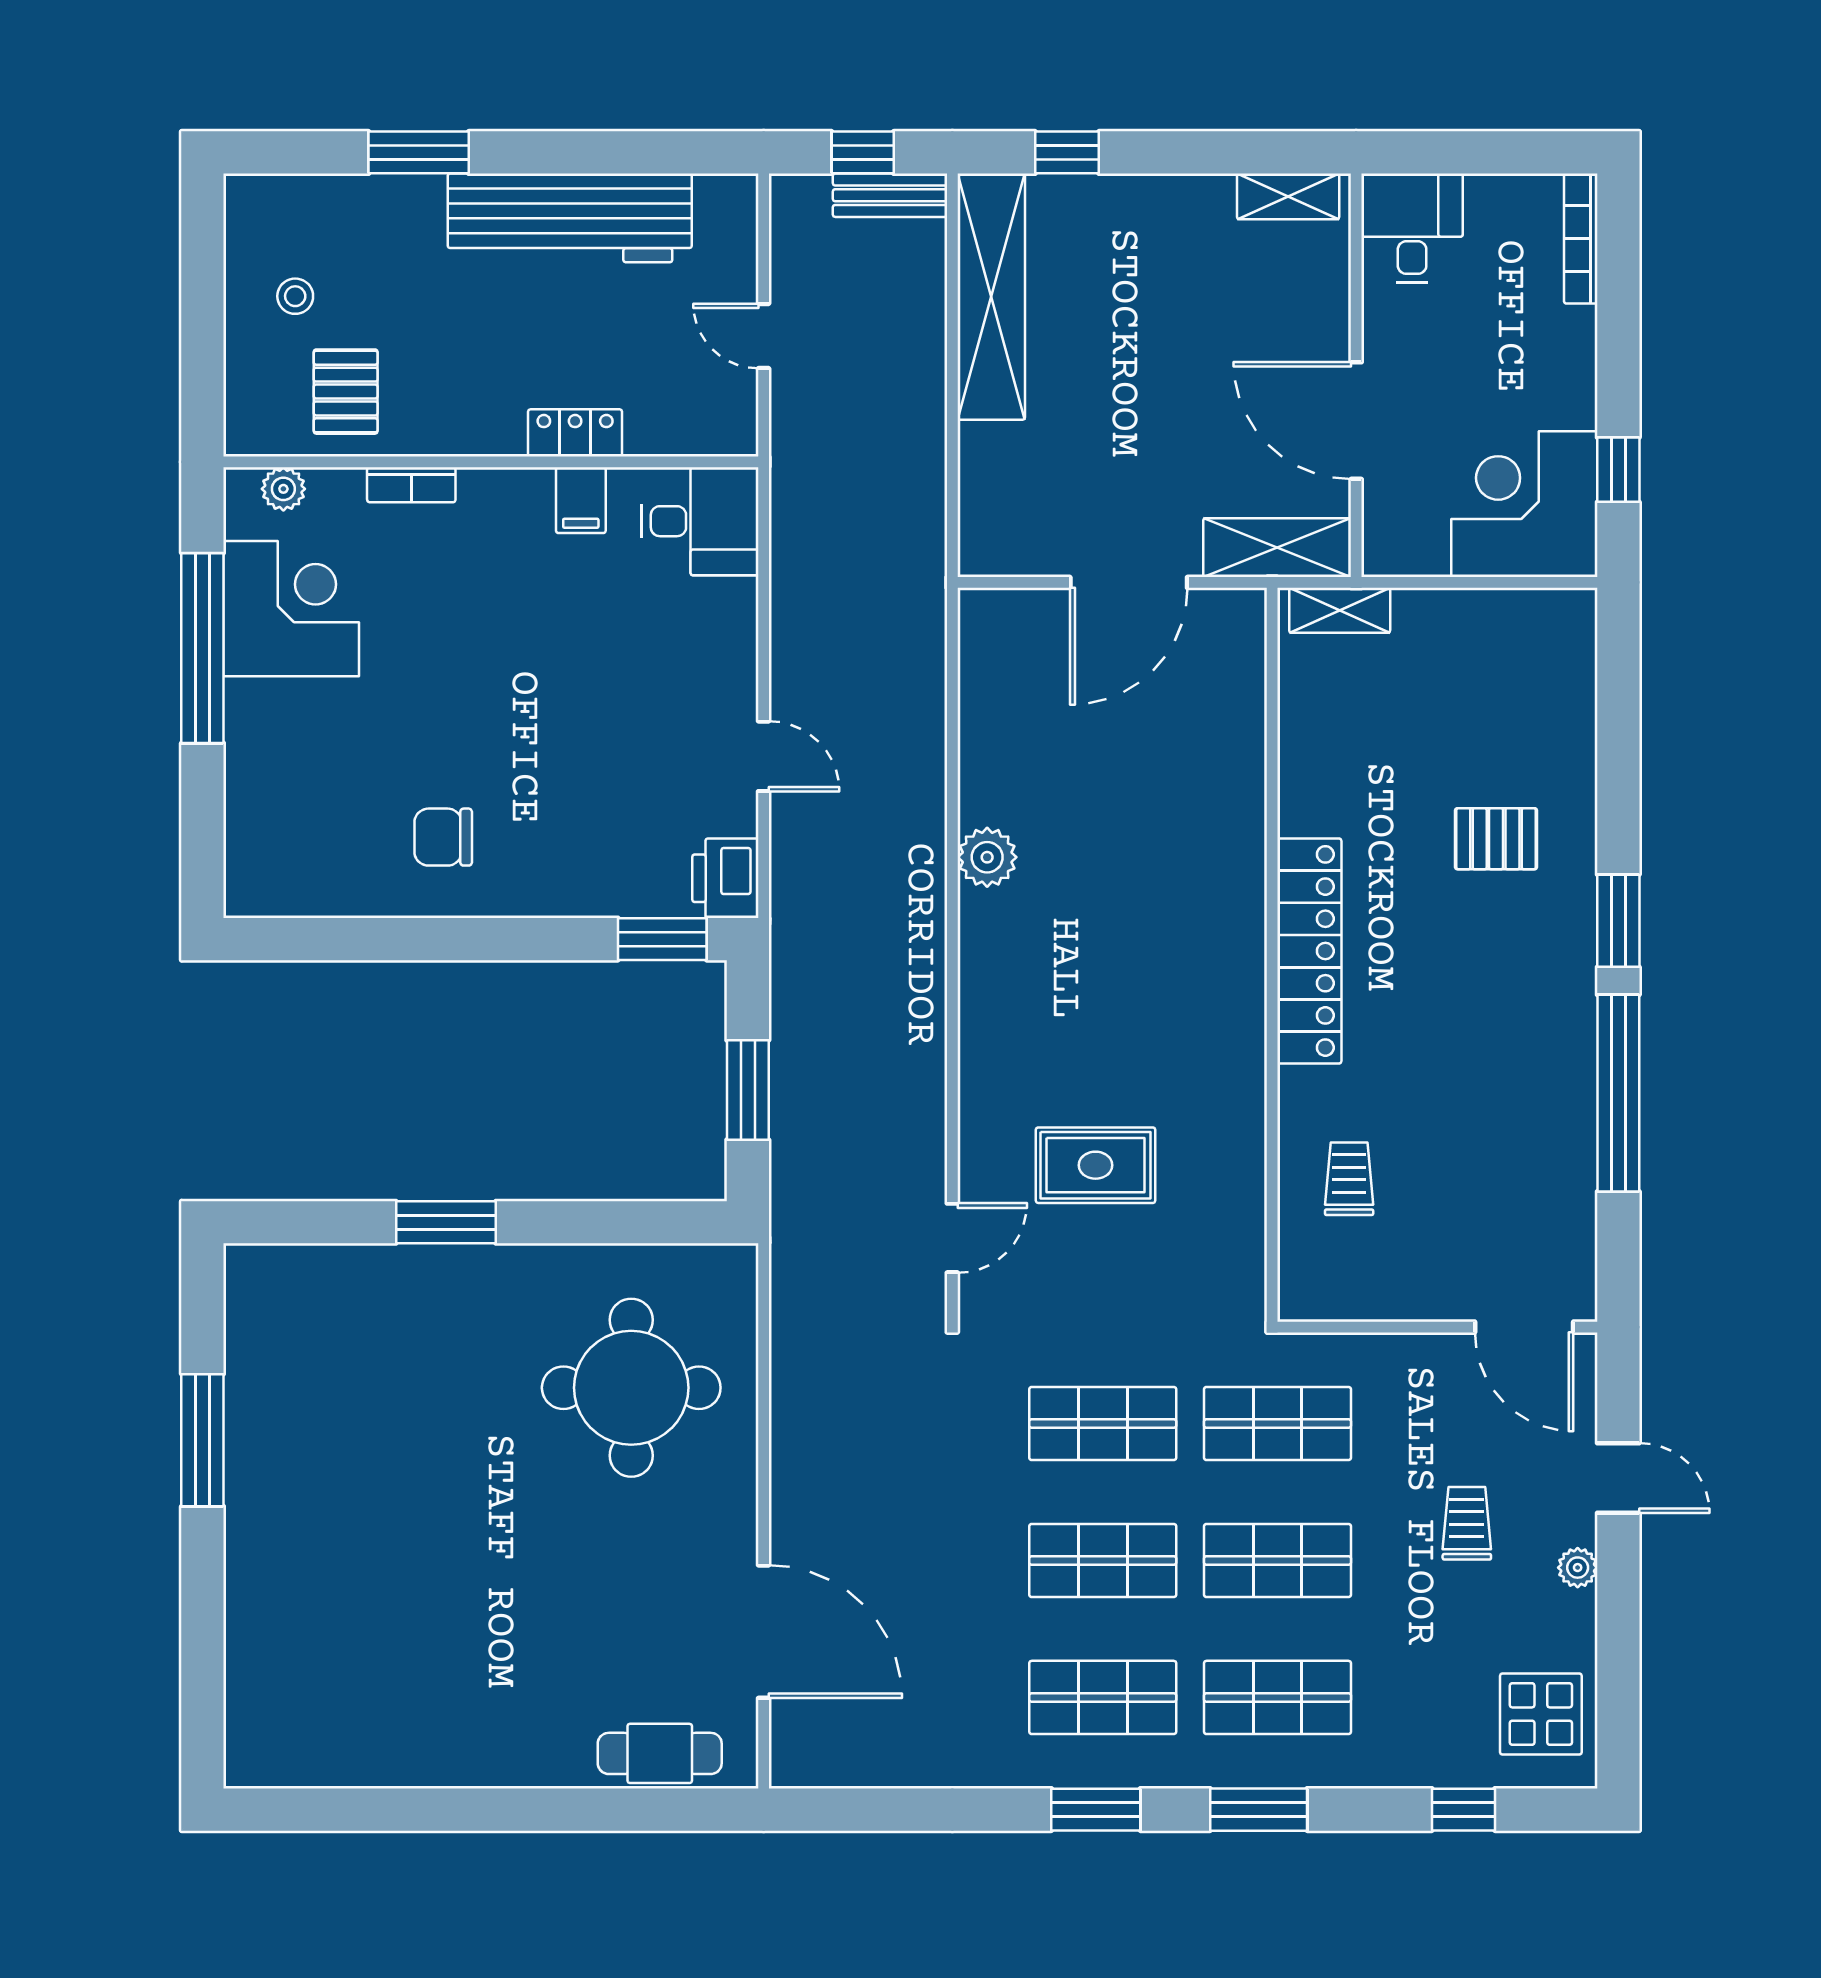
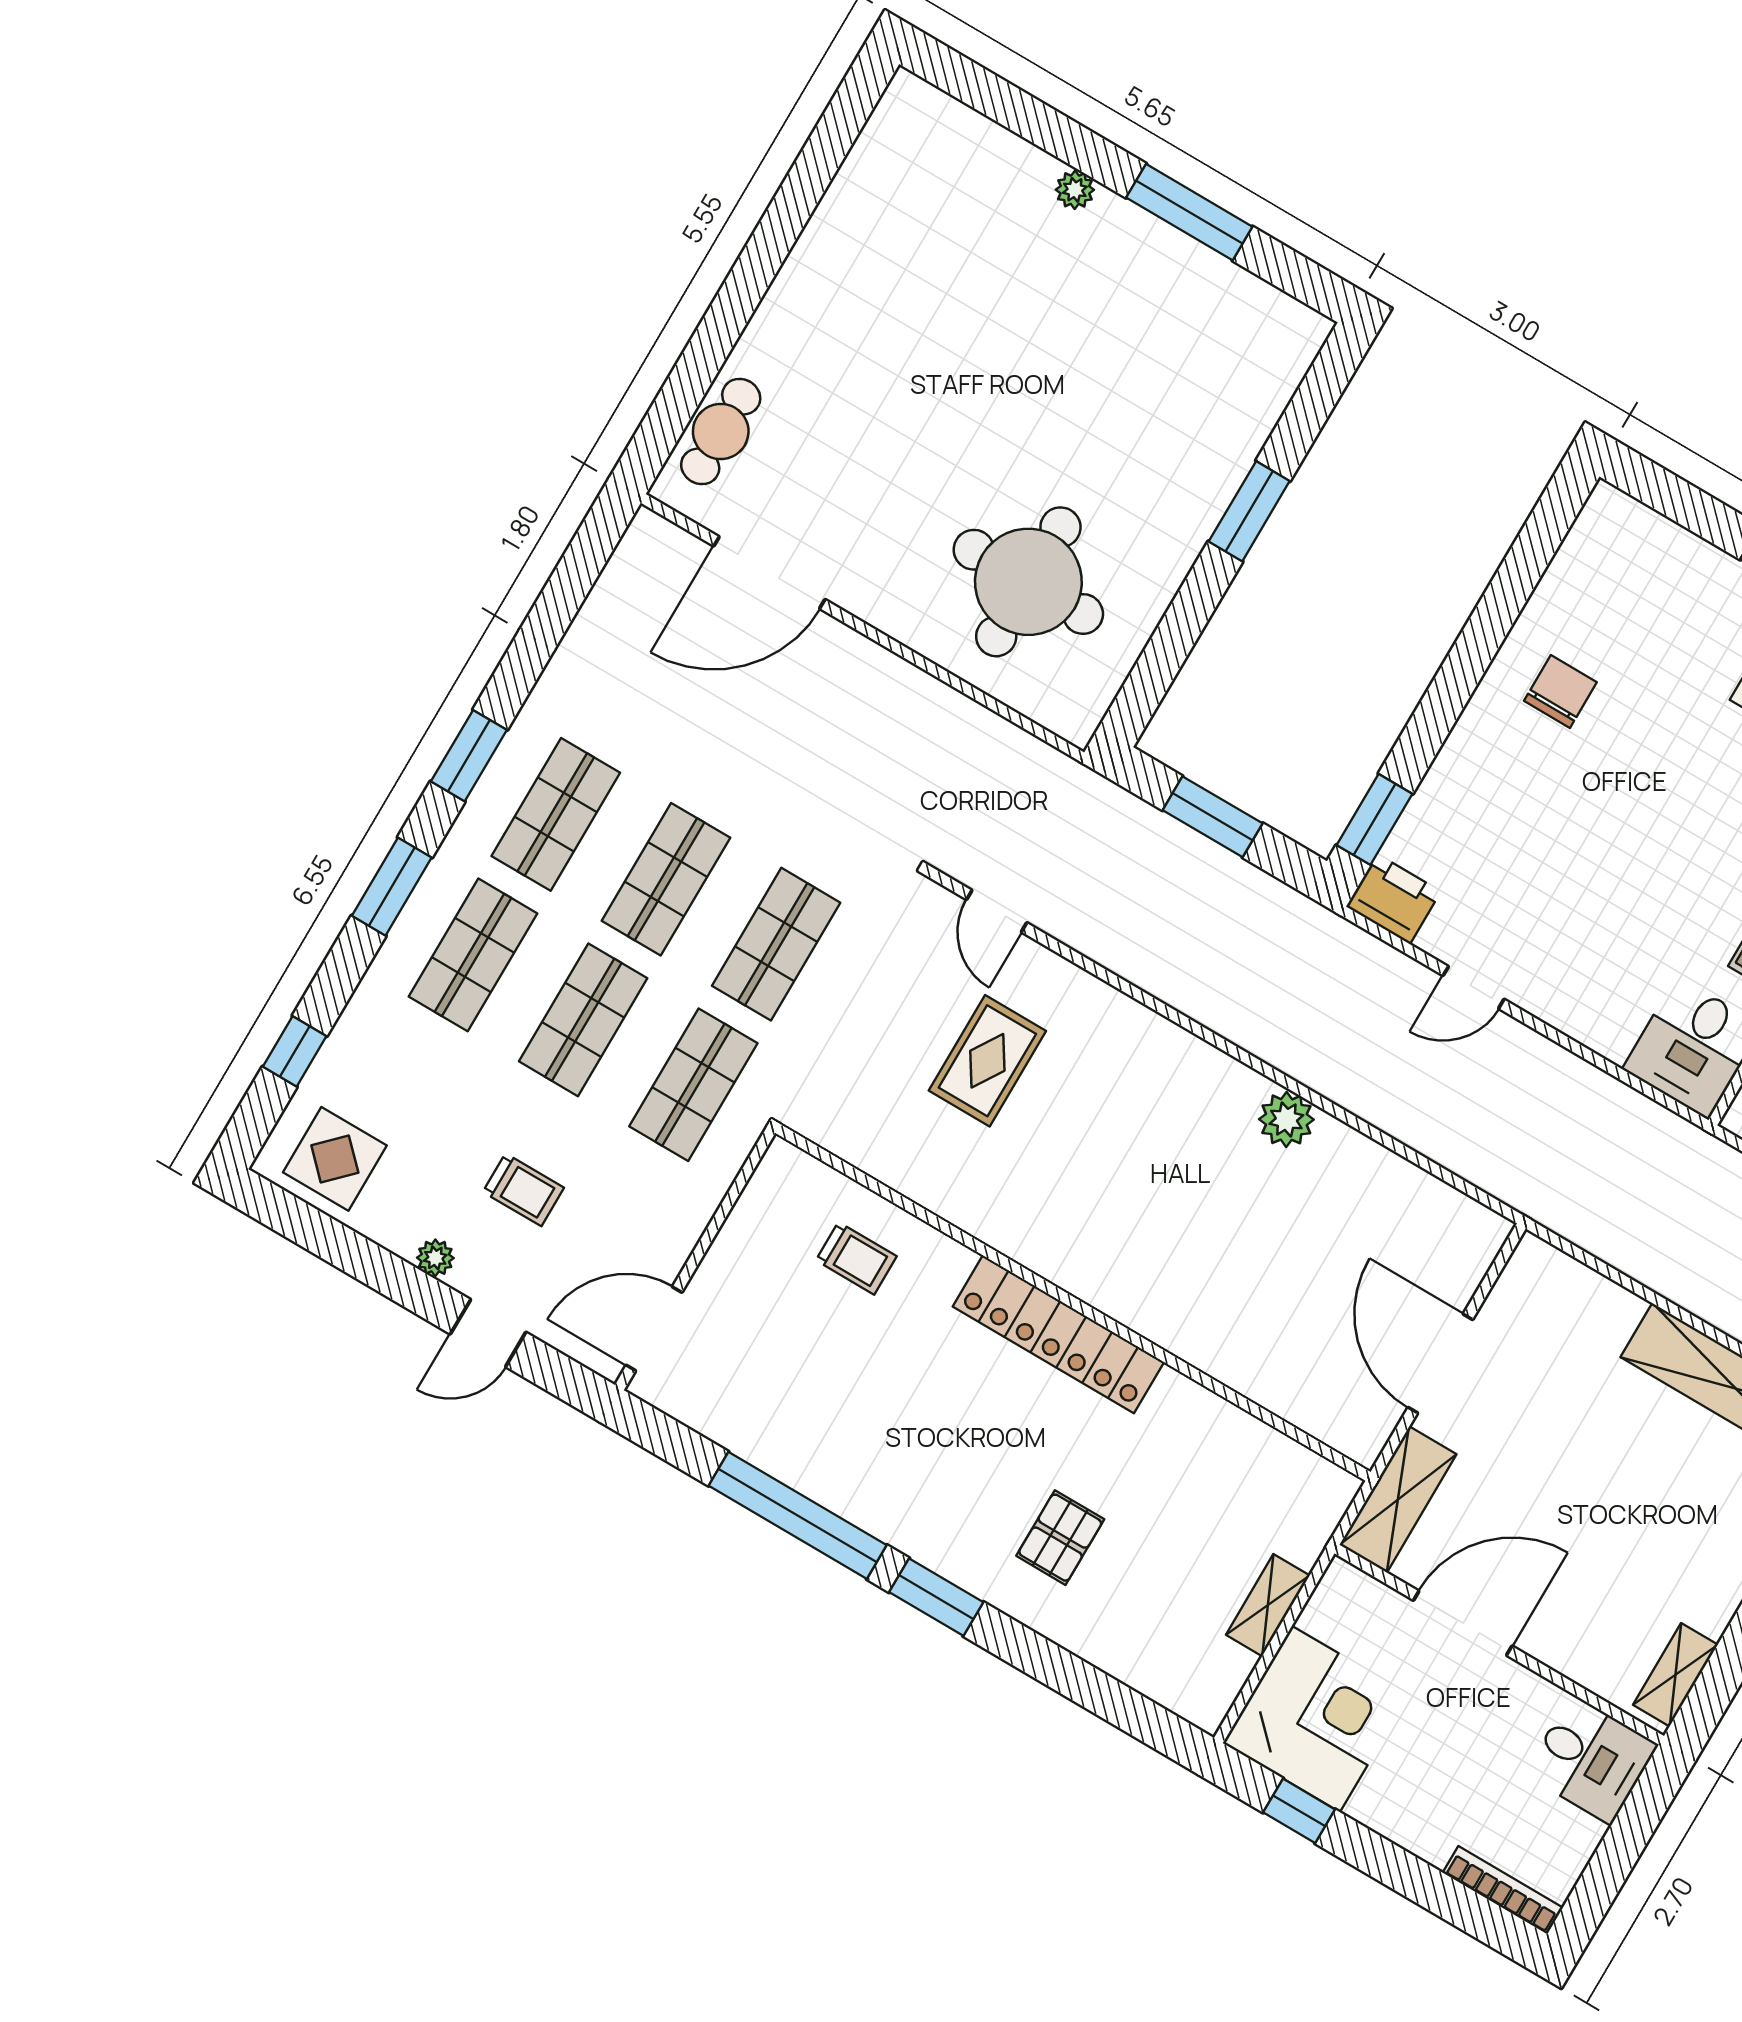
shelving: (1340, 610) -> (1268, 1605), moved
plant: (244, 1558) -> (1075, 190), added

